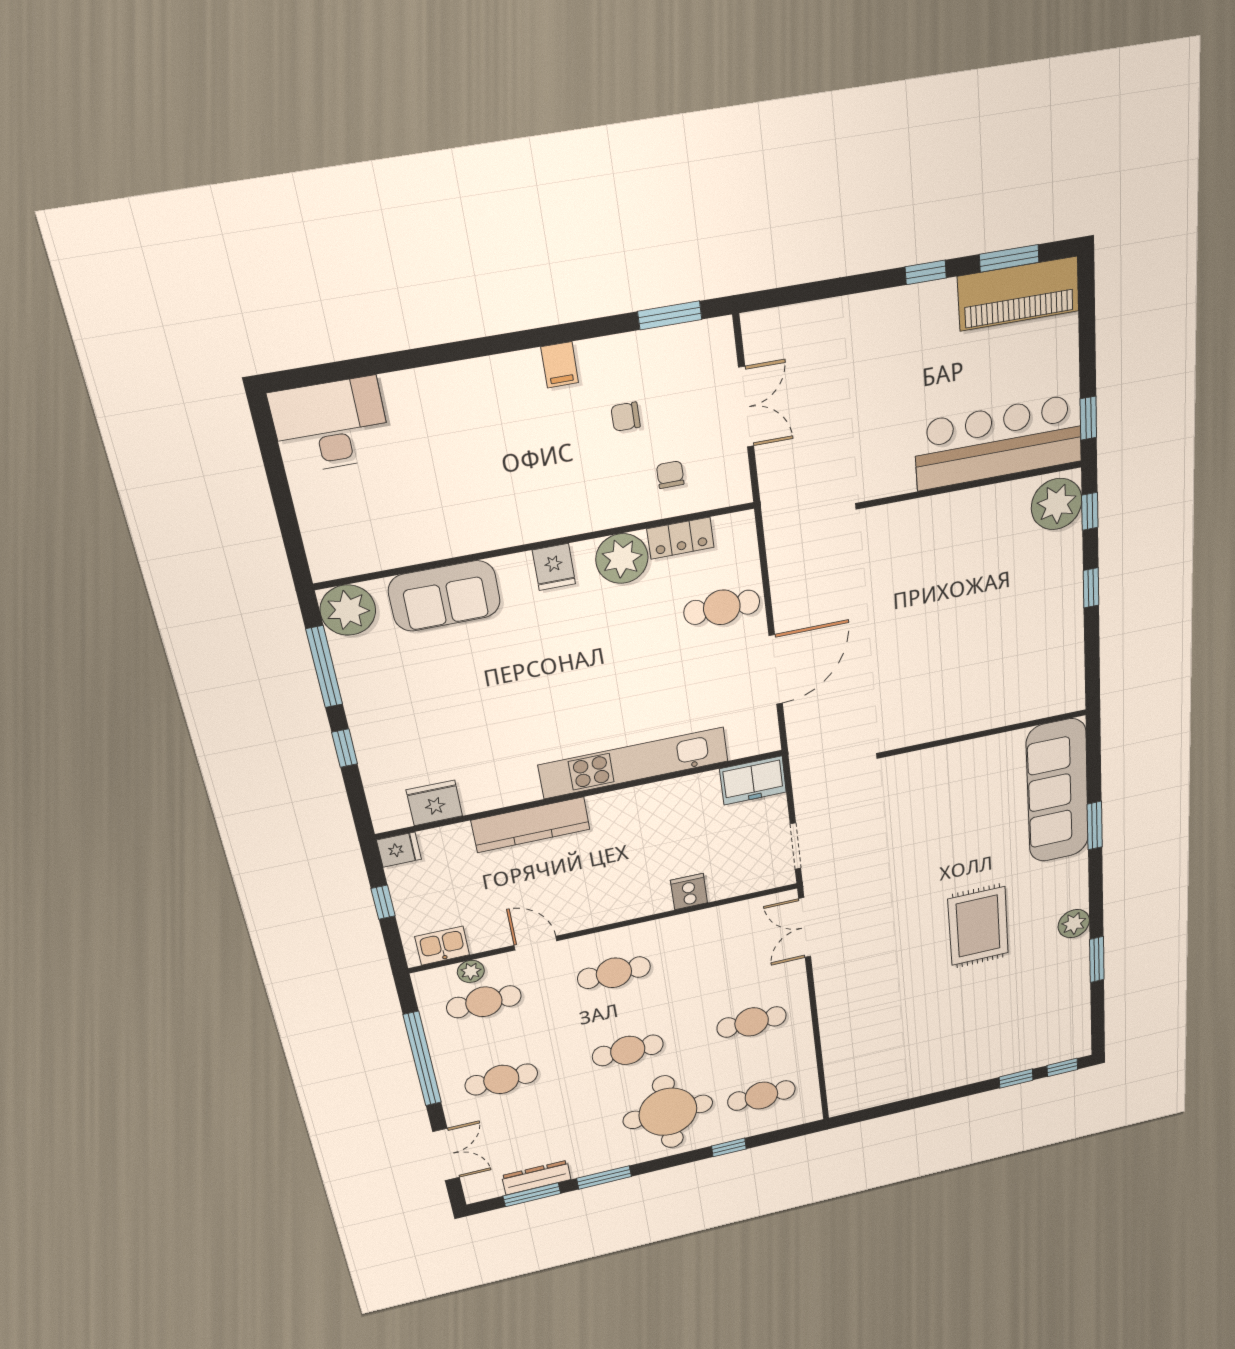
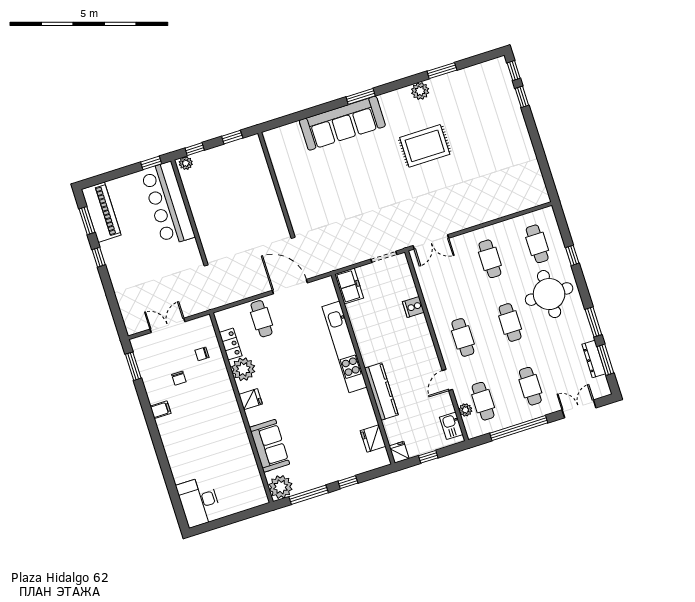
plant: (1057, 504) -> (186, 163), width x0.53, depth x0.53
wall: (985, 733) -> (276, 184), moved

